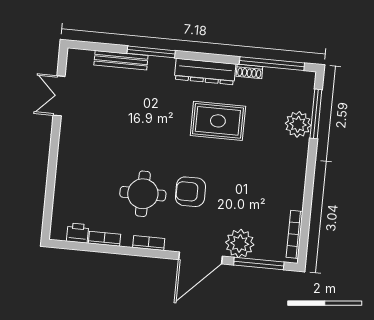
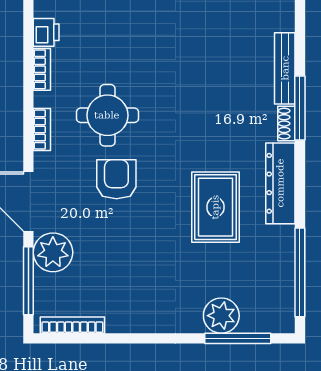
shoe rack: (249, 71) -> (286, 124), moved

